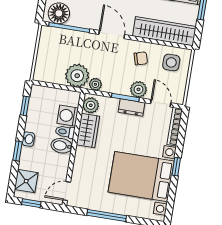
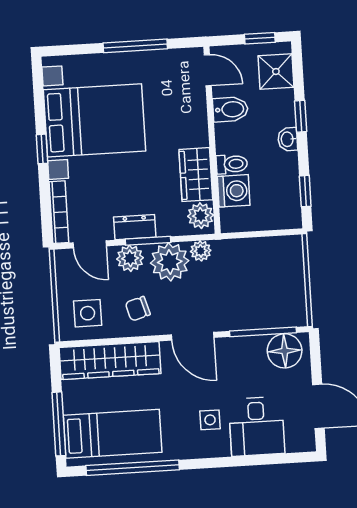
plant: (77, 76) -> (170, 262), moved
bidet: (62, 146) -> (230, 109), moved
door: (67, 191) -> (208, 70), hinge flipped

